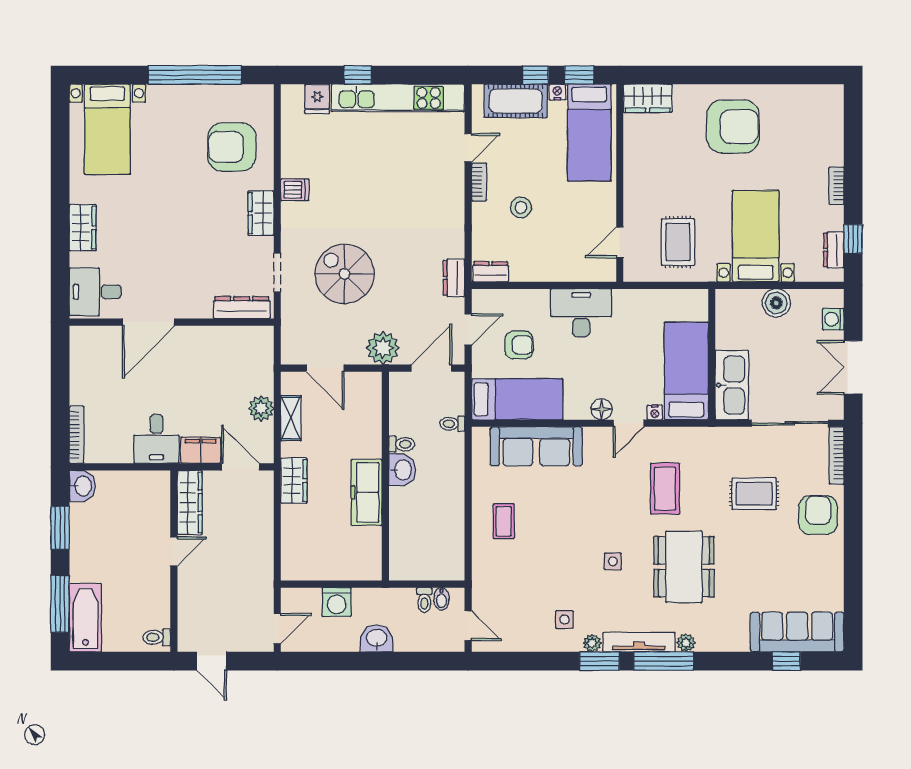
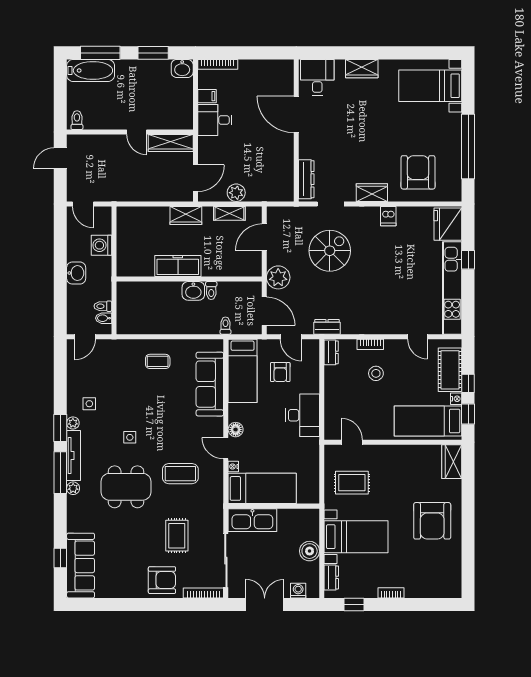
fridge: (317, 99) -> (448, 224), width x1.88, depth x1.34
bookcase: (479, 182) -> (370, 344), moved
dresser: (834, 250) -> (331, 577), moved, turned 90
filing cabinet: (201, 450) -> (207, 96), moved, width x0.50

